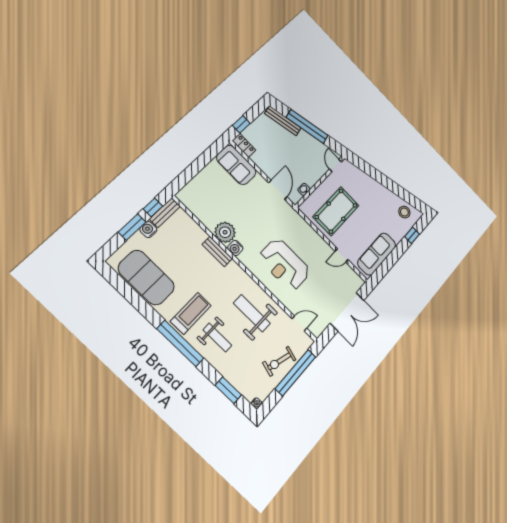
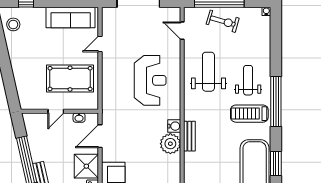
shower: (265, 159) -> (86, 166), added
door: (335, 165) -> (56, 111), moved
door: (342, 255) -> (100, 44), swing flipped
weight bench: (252, 313) -> (208, 72), turned 180
window: (228, 390) -> (276, 163), moved

